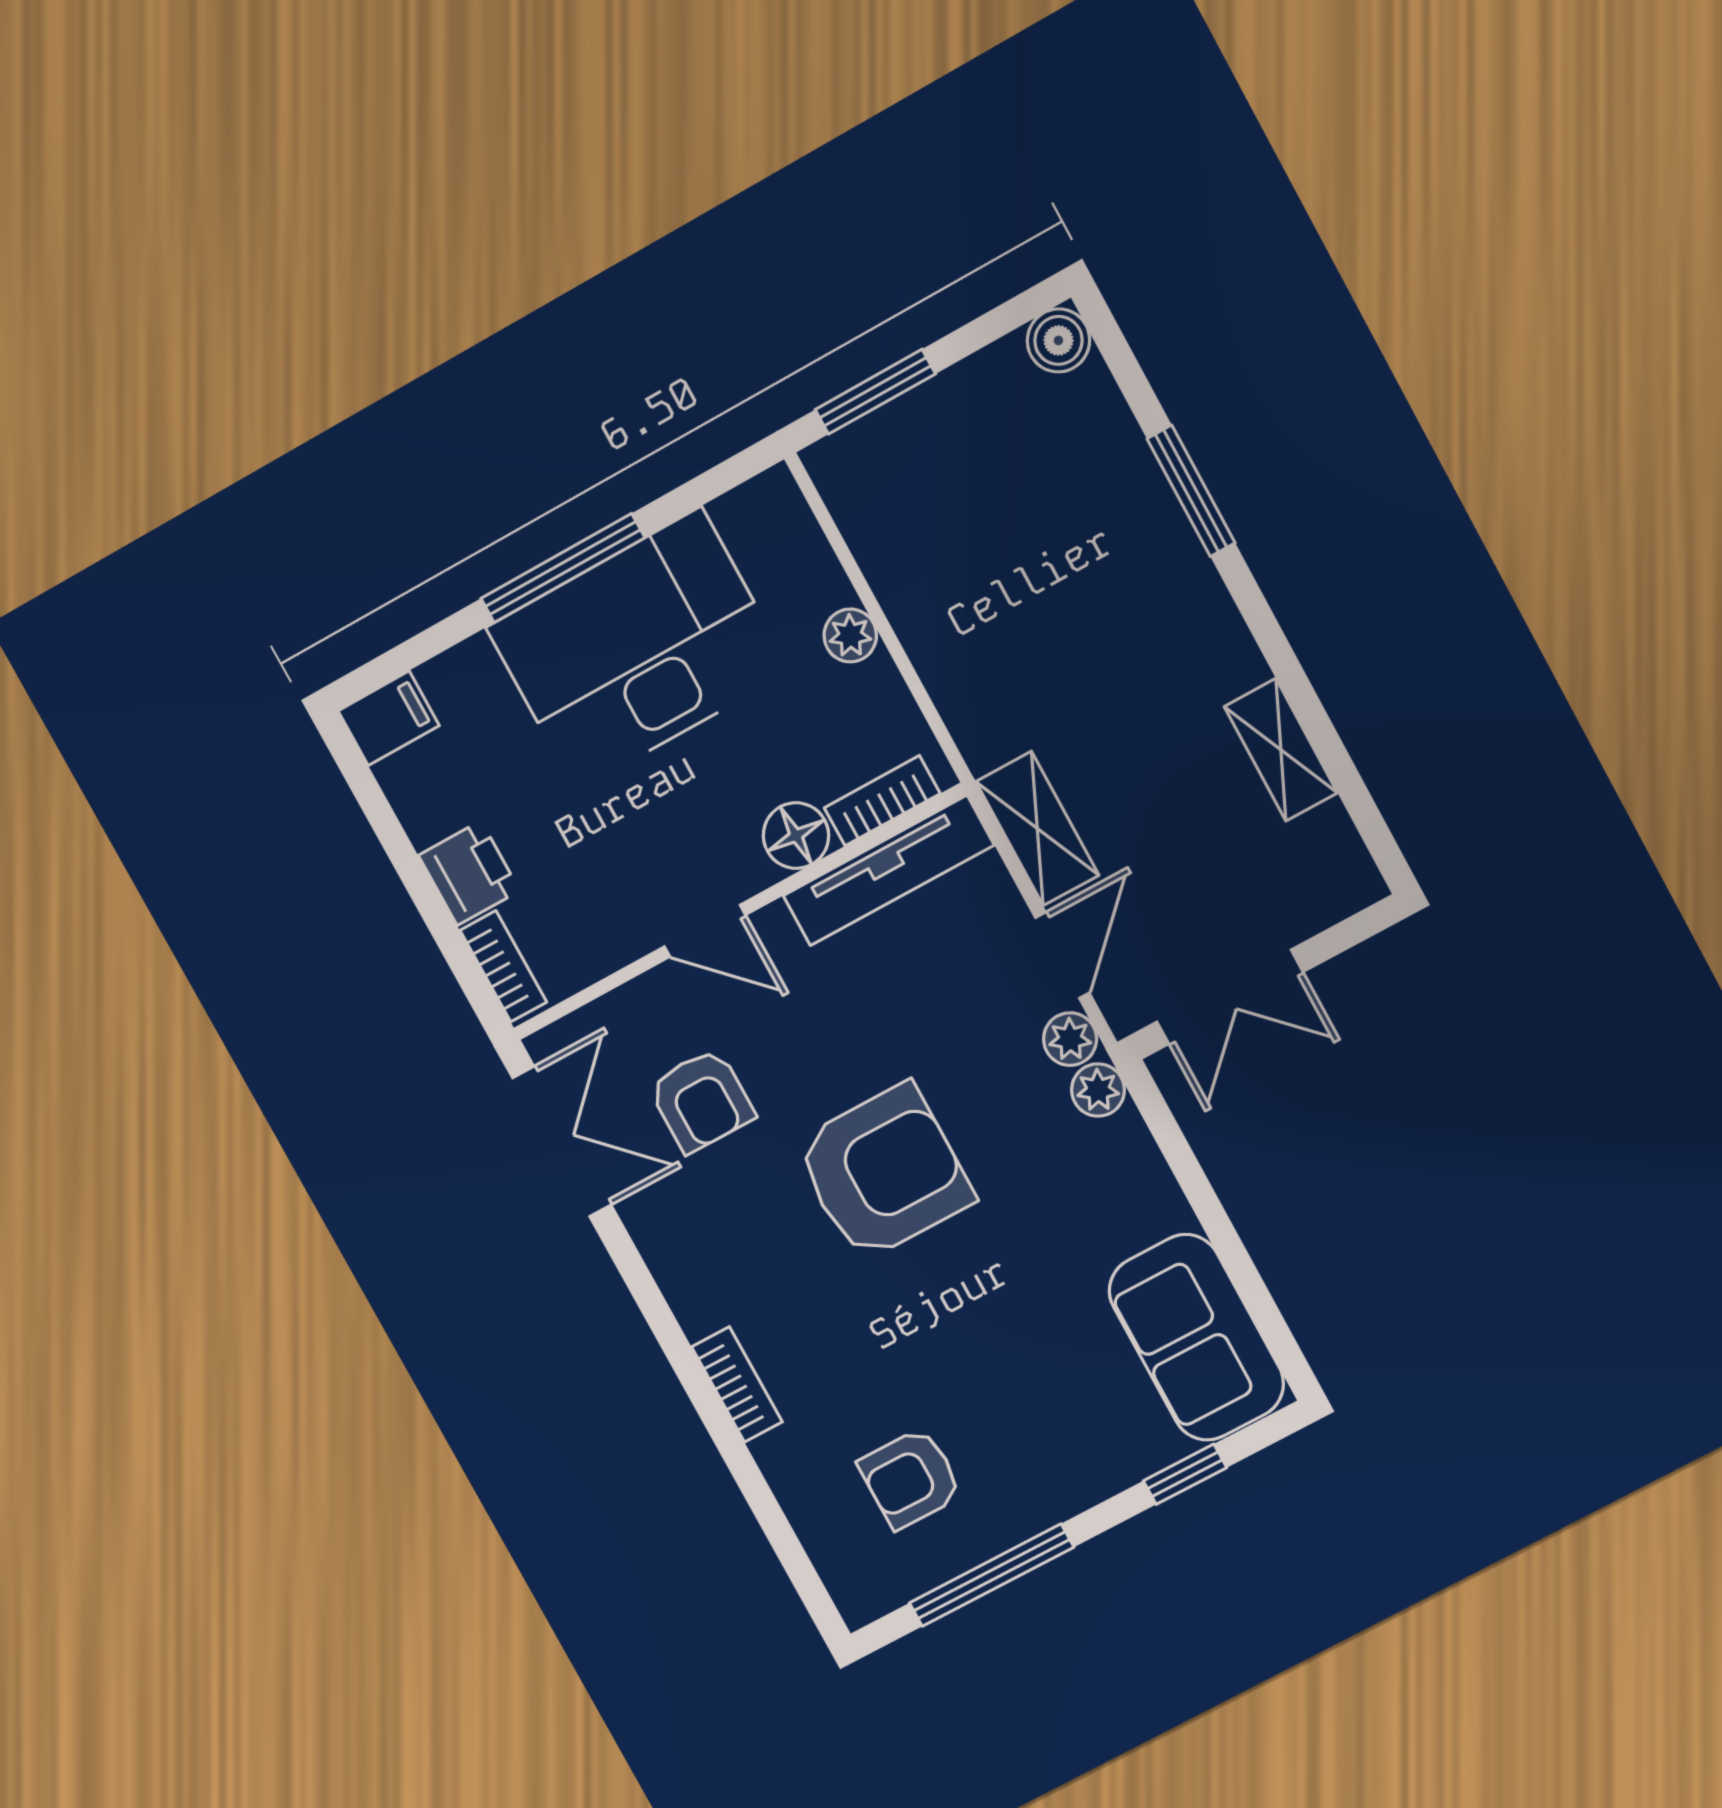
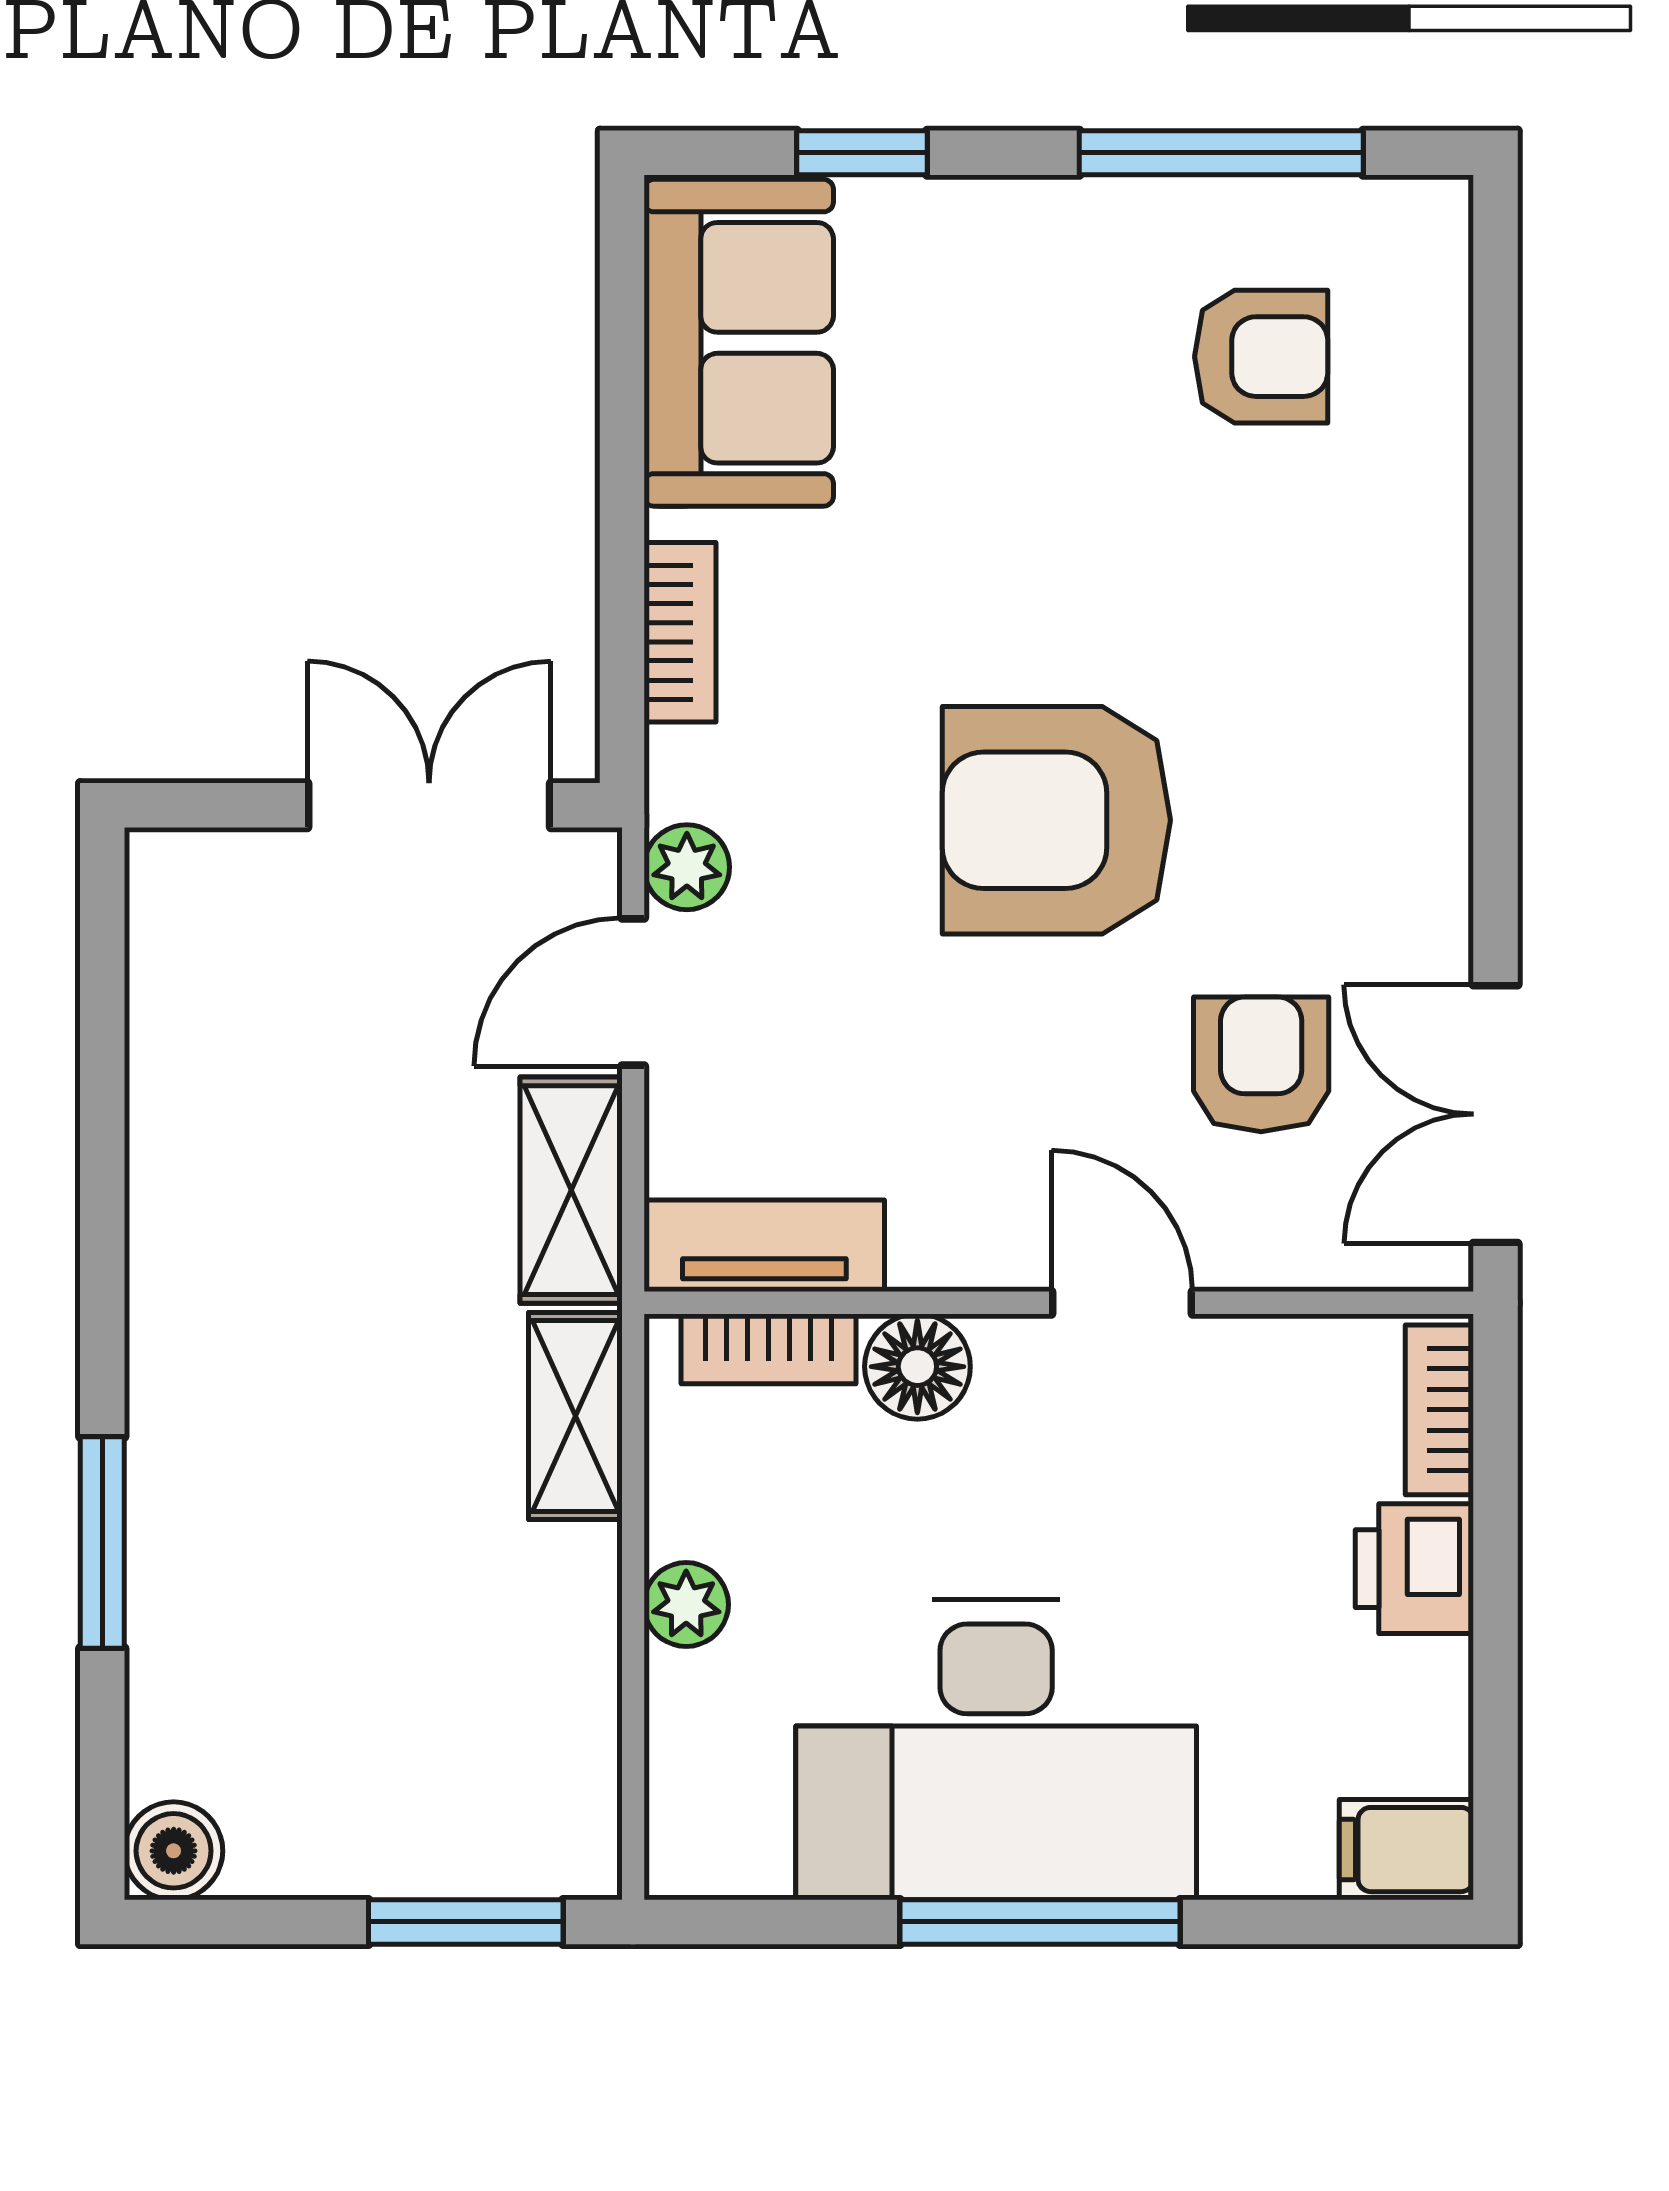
shelving: (1281, 750) -> (575, 1416), moved
tv unit: (888, 870) -> (764, 1246), width x0.71
plant: (1098, 1090) -> (687, 773), removed
bookcase: (737, 1384) -> (680, 632), moved, turned 180

